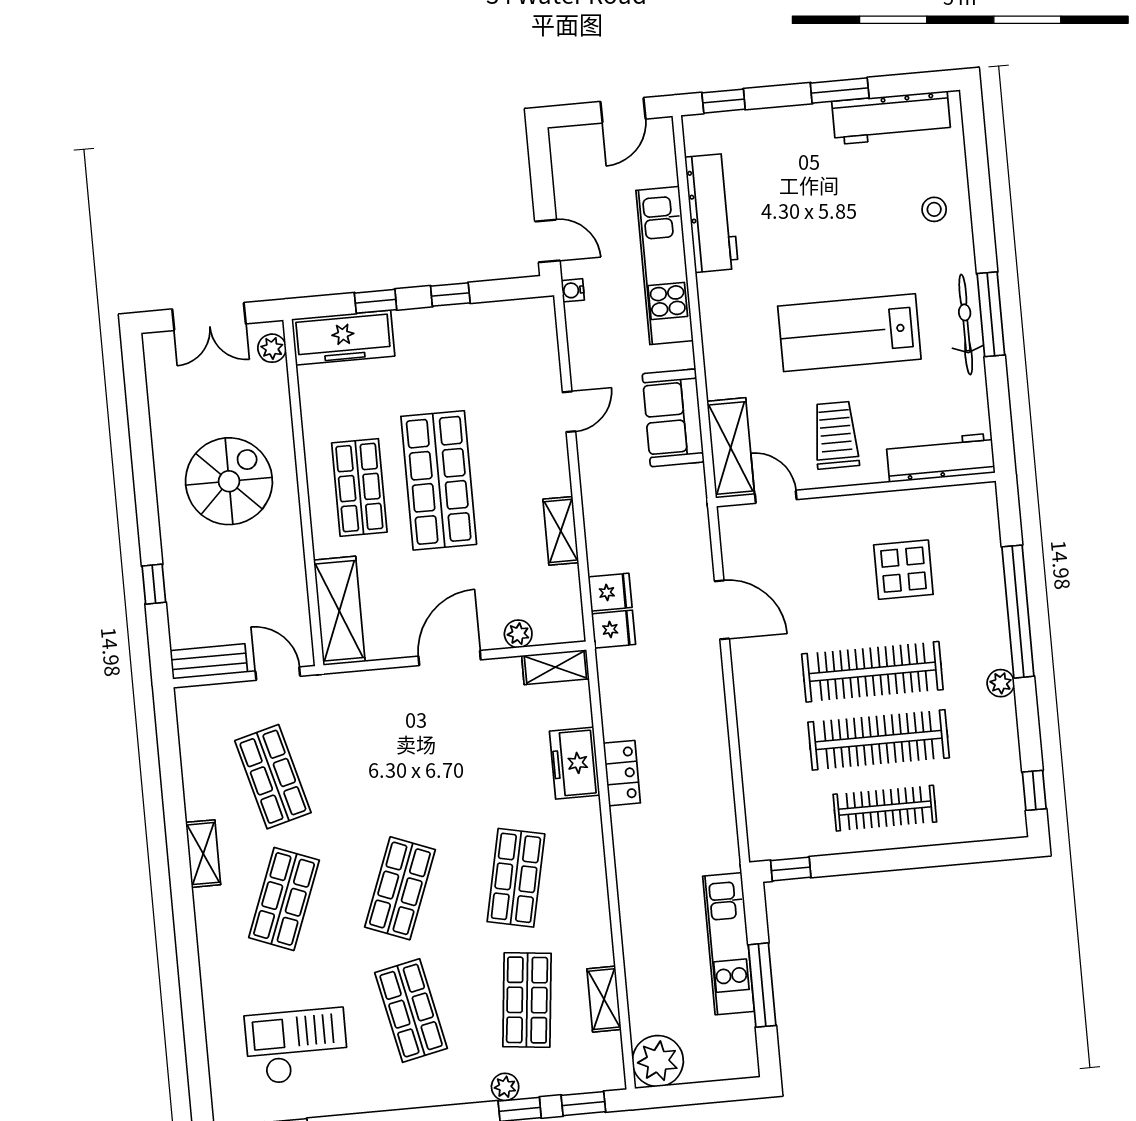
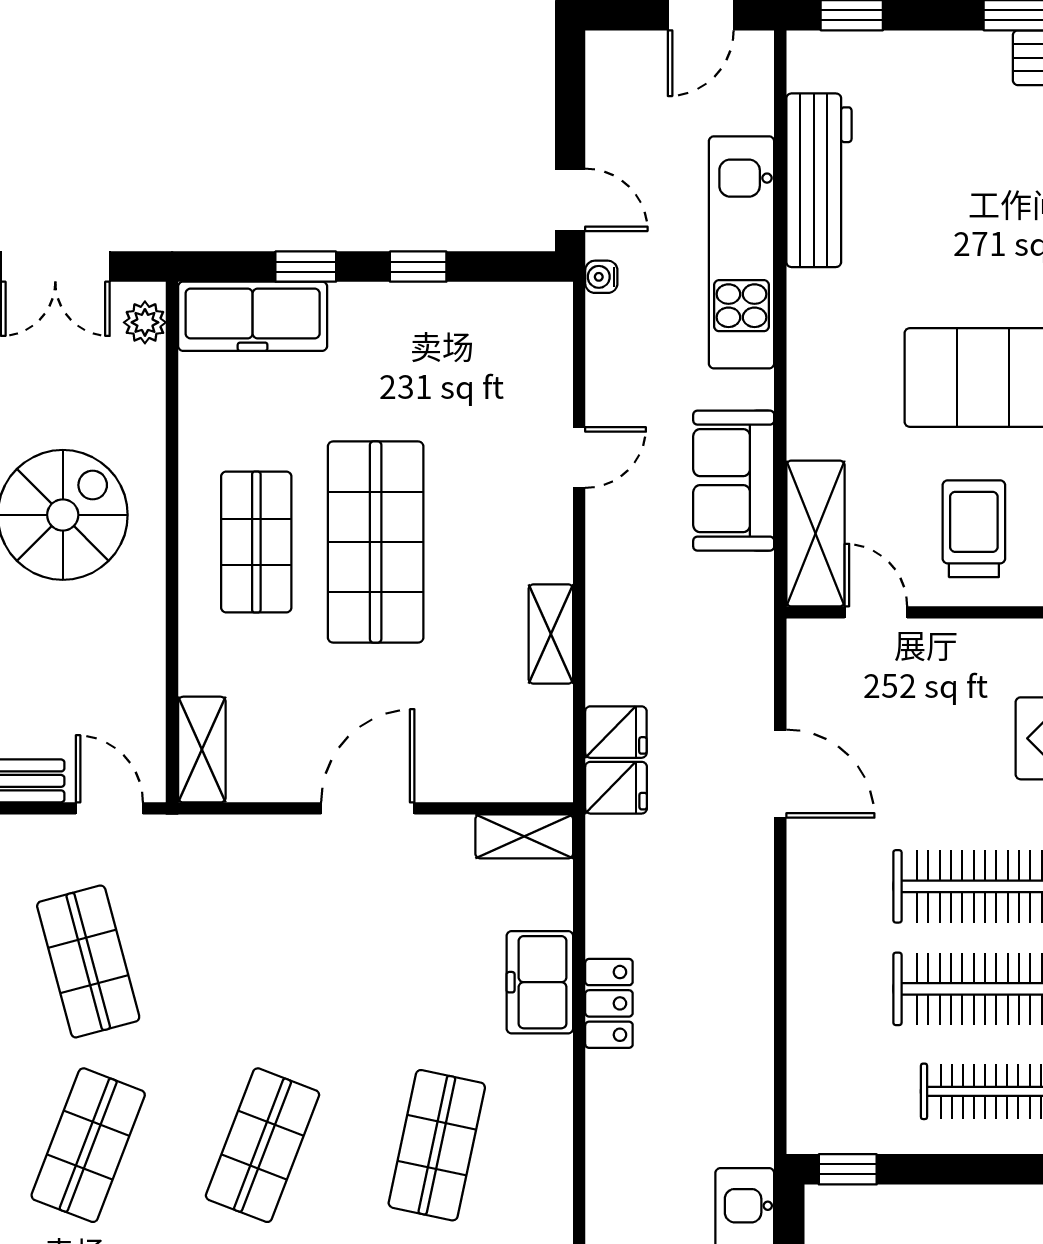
shelving: (339, 611) -> (202, 750), width x0.67, depth x0.75
plant: (518, 634) -> (473, 782), removed

